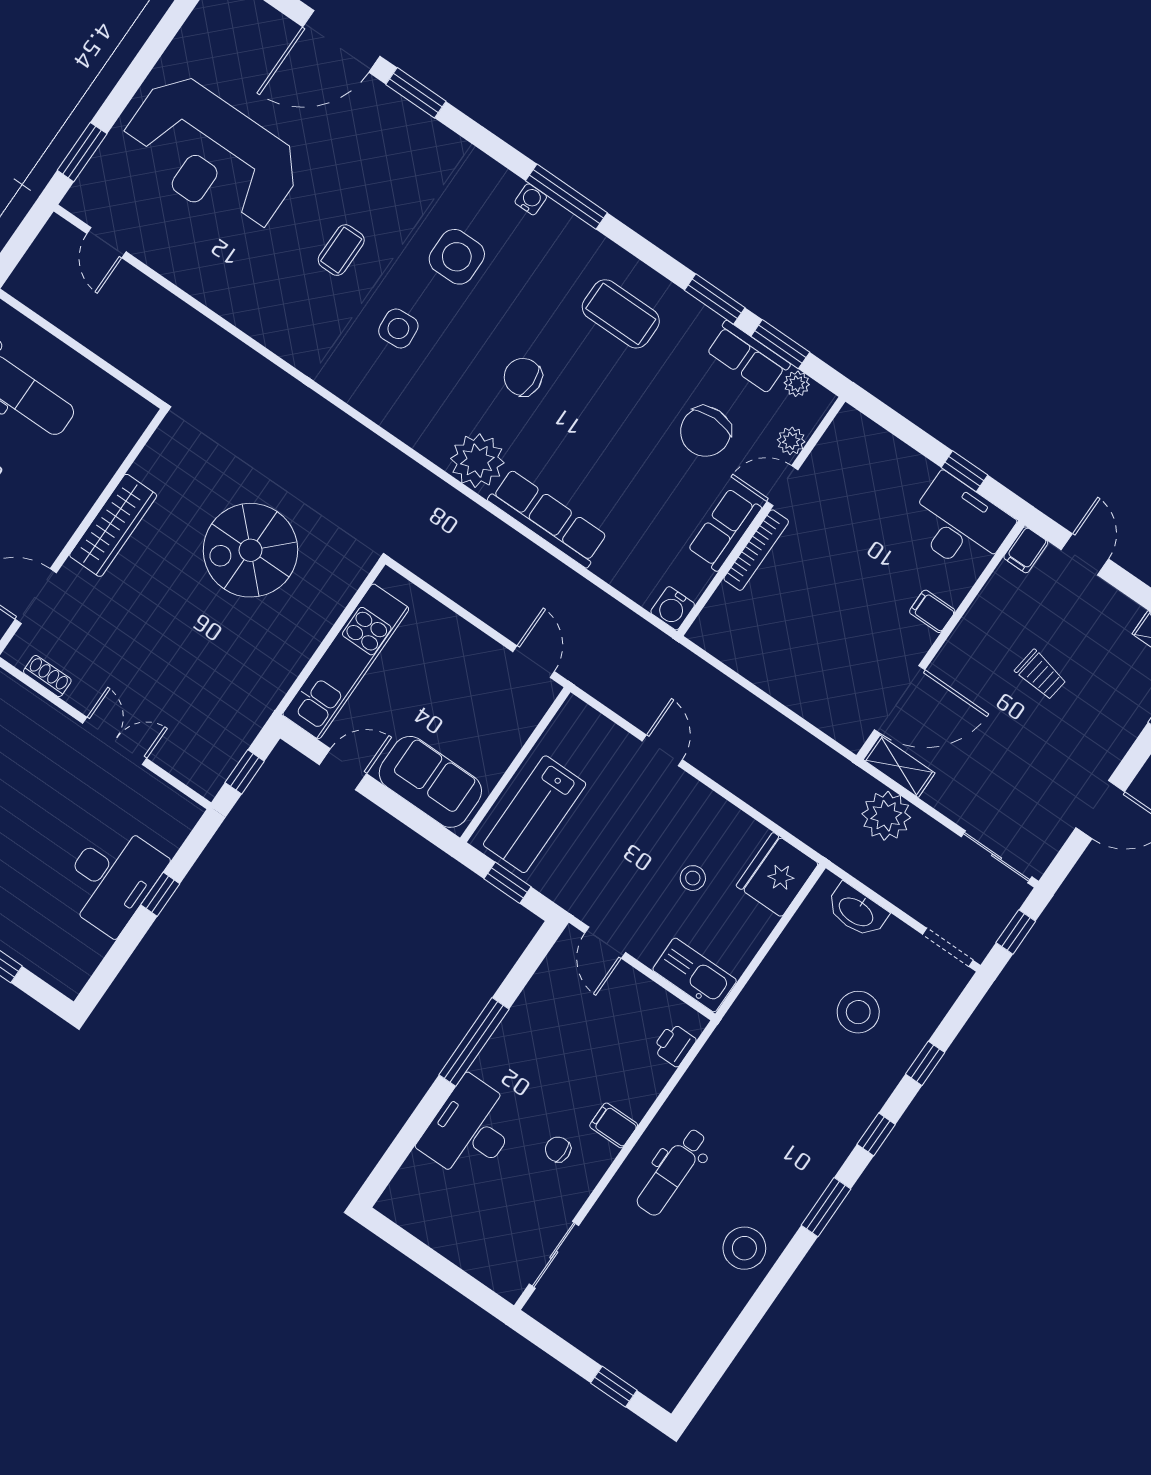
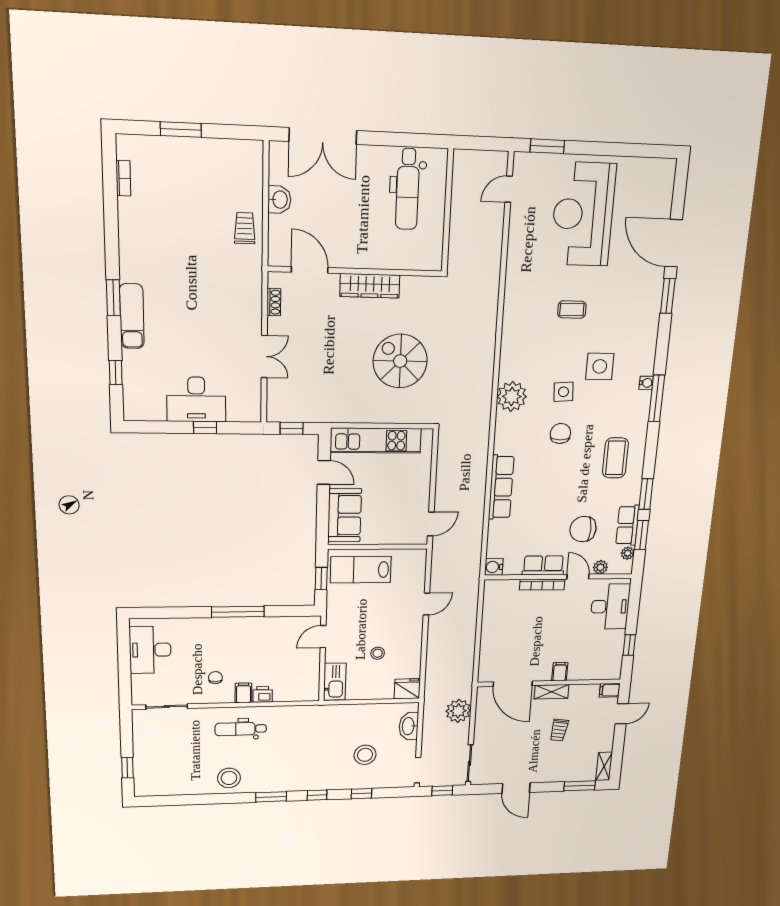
side table: (398, 328) -> (564, 392), moved
plant: (477, 461) -> (512, 396), moved
desk: (960, 524) -> (610, 607), moved
shelving: (899, 766) -> (552, 692), moved, turned 90
fridge: (777, 875) -> (407, 689), width x0.73, depth x0.75
printer: (674, 1045) -> (263, 694), moved
desk: (470, 1129) -> (150, 650), moved, turned -90

